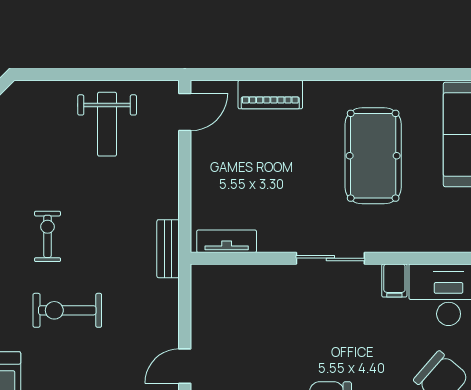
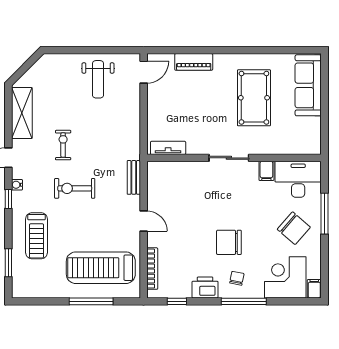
bench: (168, 249) -> (134, 177), moved
door: (185, 366) -> (144, 221), swing flipped

